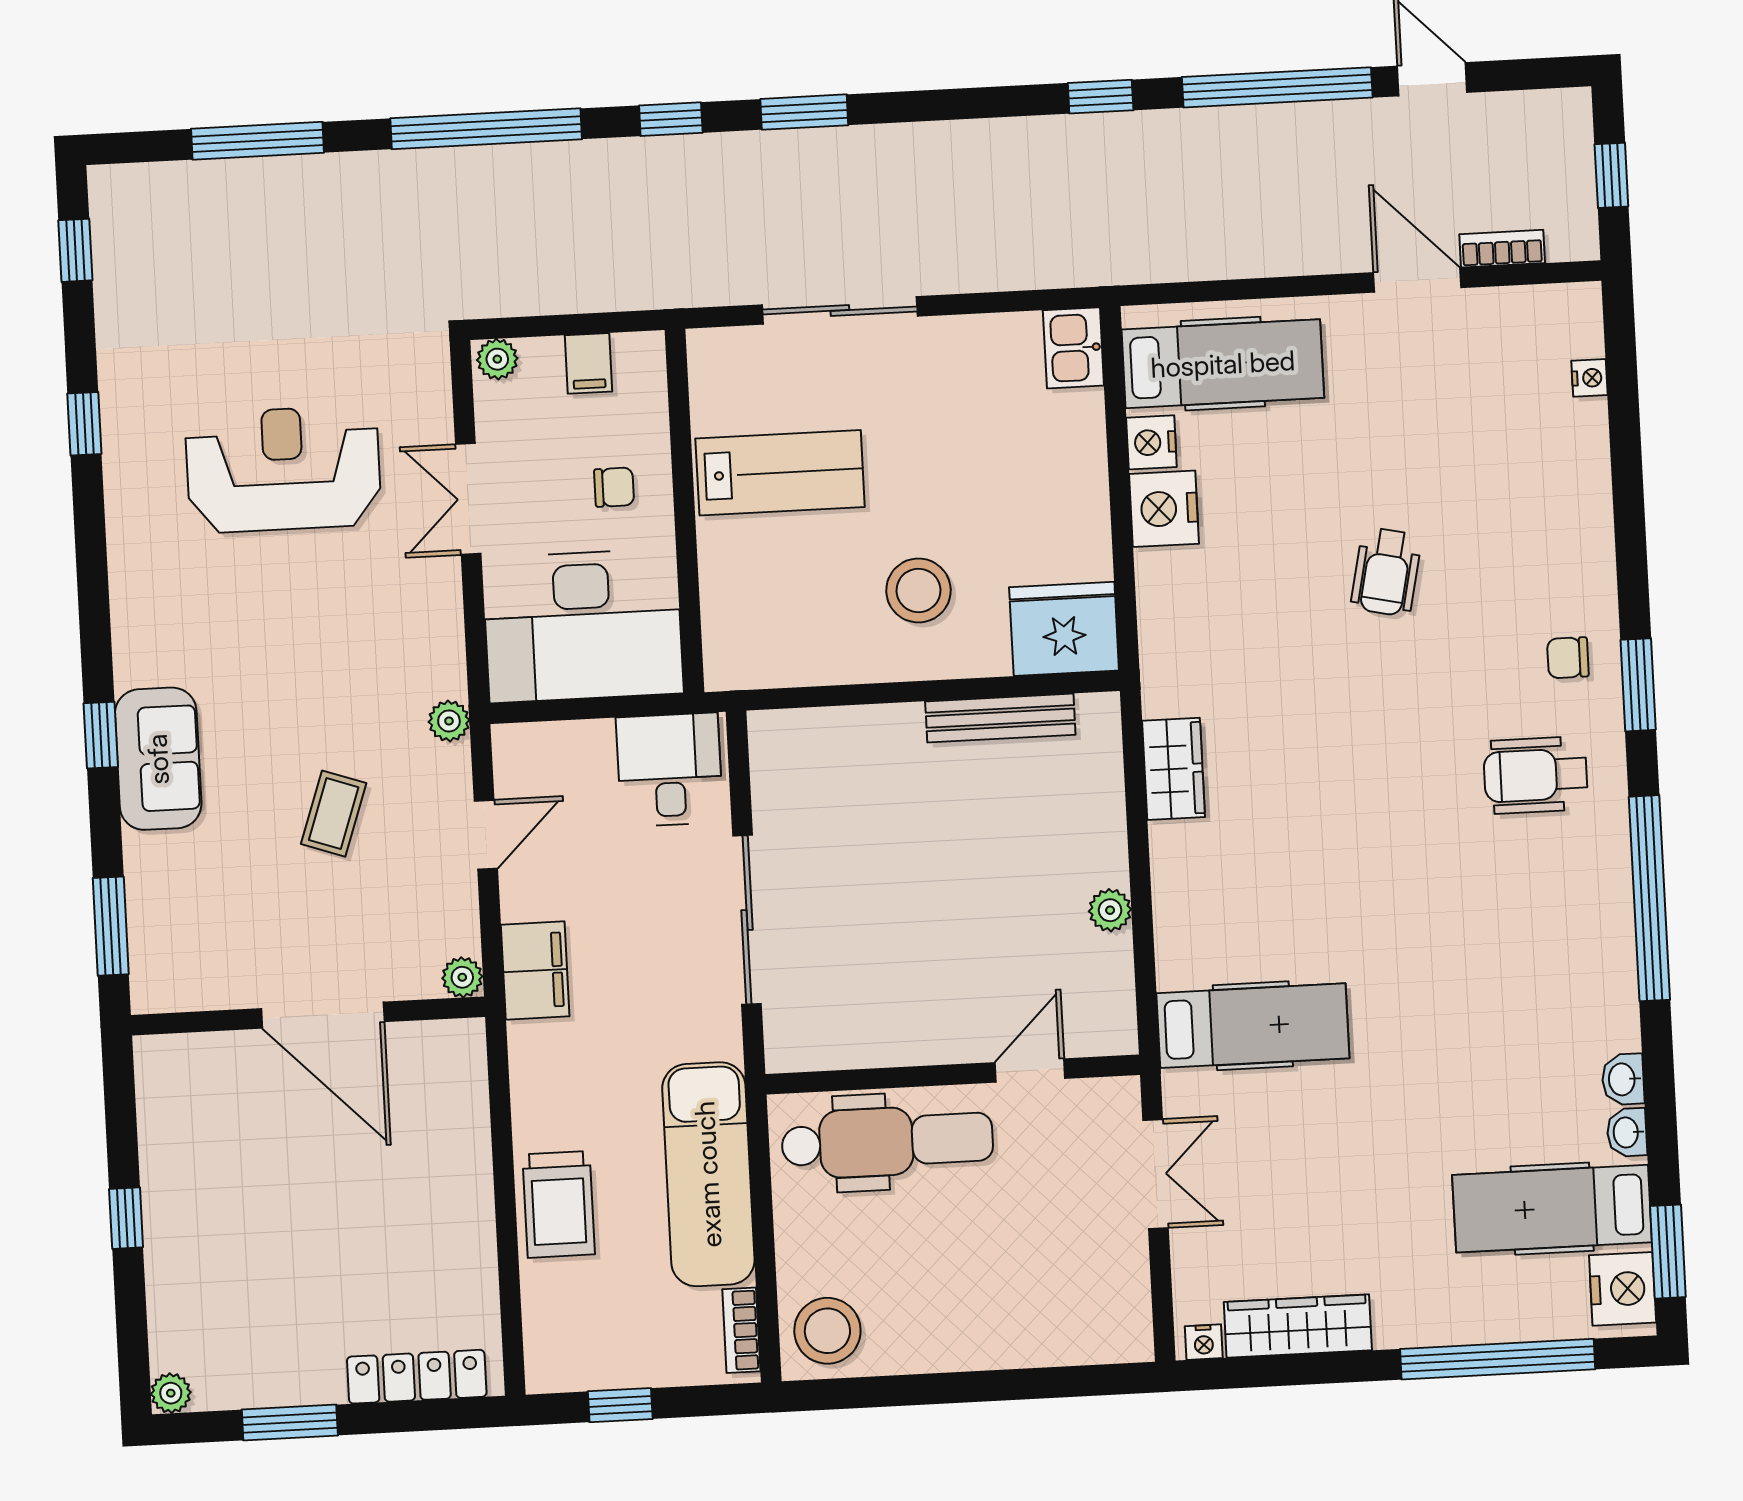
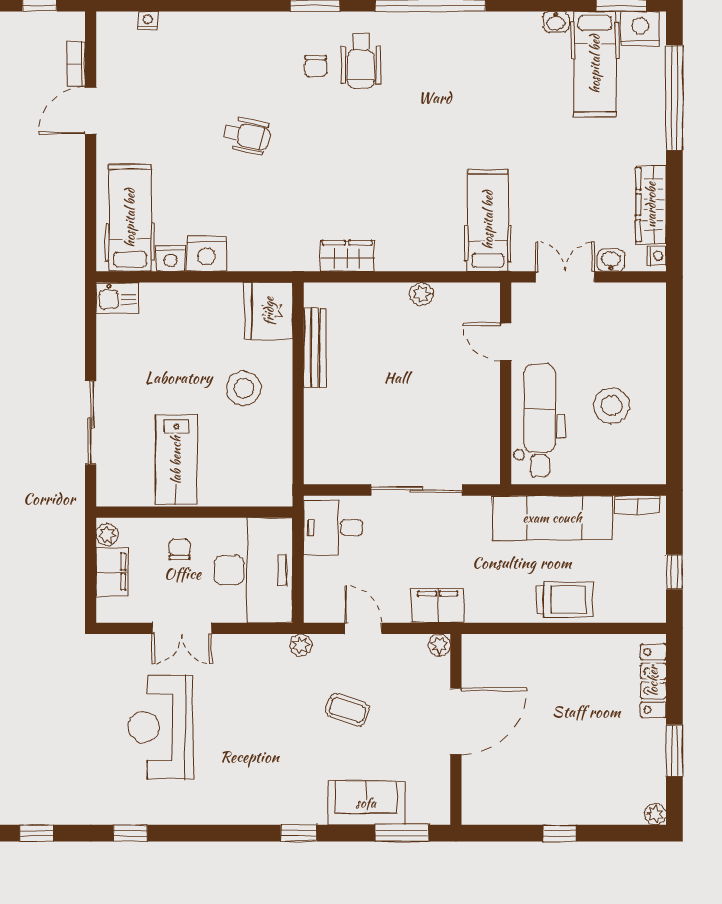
plant: (497, 359) -> (107, 535), moved
filing cabinet: (589, 363) -> (112, 572), width x2.00
lab bench: (780, 473) -> (176, 460), turned 180
chair: (1568, 658) -> (316, 66), moved
sofa: (158, 759) -> (366, 803), moved
washbasin: (1623, 1079) -> (611, 260), moved, turned 180
stool: (827, 1331) -> (611, 406), moved

